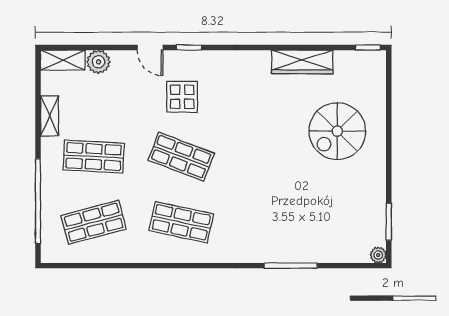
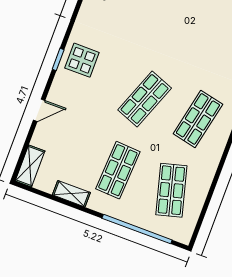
door: (150, 47) -> (39, 110), moved
plant: (98, 62) -> (42, 137), removed
display table: (182, 97) -> (82, 60), moved

